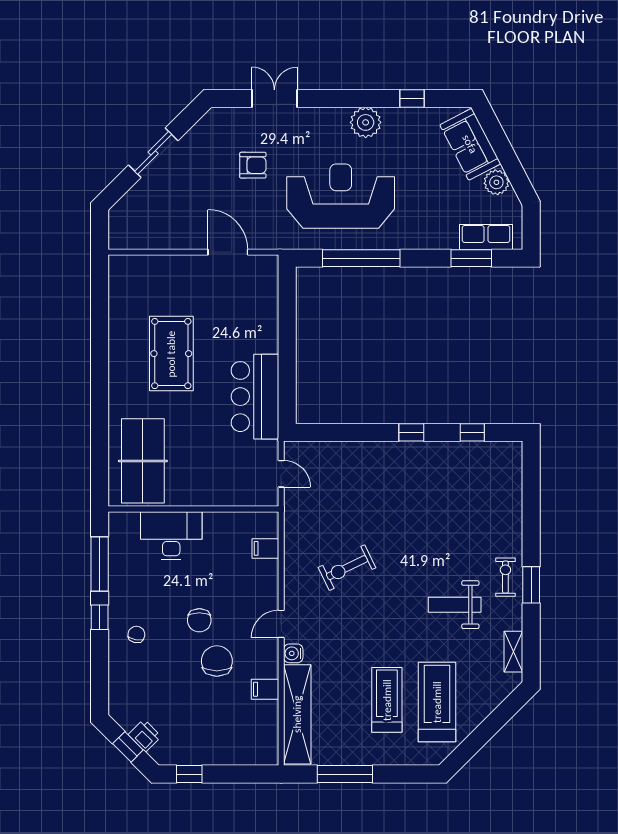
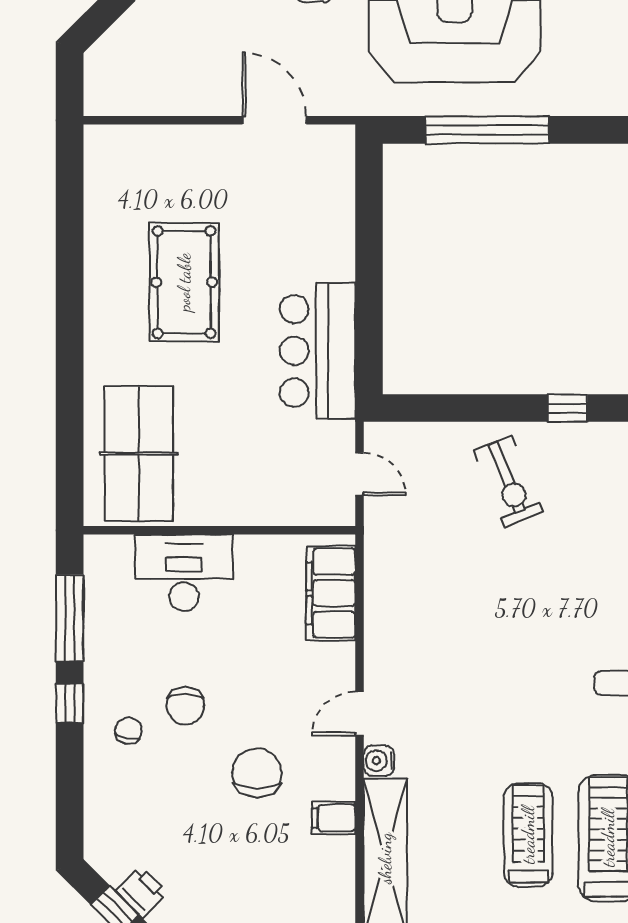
filing cabinet: (265, 548) -> (331, 593), width x3.00, depth x1.17
exercise bike: (347, 568) -> (508, 481), moved, turned -86
chair: (199, 620) -> (185, 706), moved

